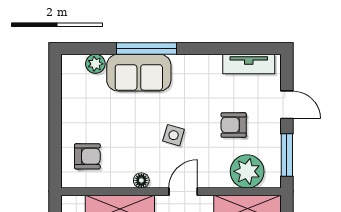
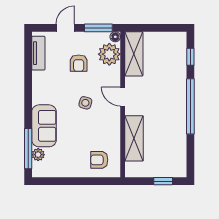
window: (147, 48) -> (28, 149), moved
armchair: (87, 156) -> (99, 160), turned -90
floor lamp: (141, 180) -> (115, 37), moved

